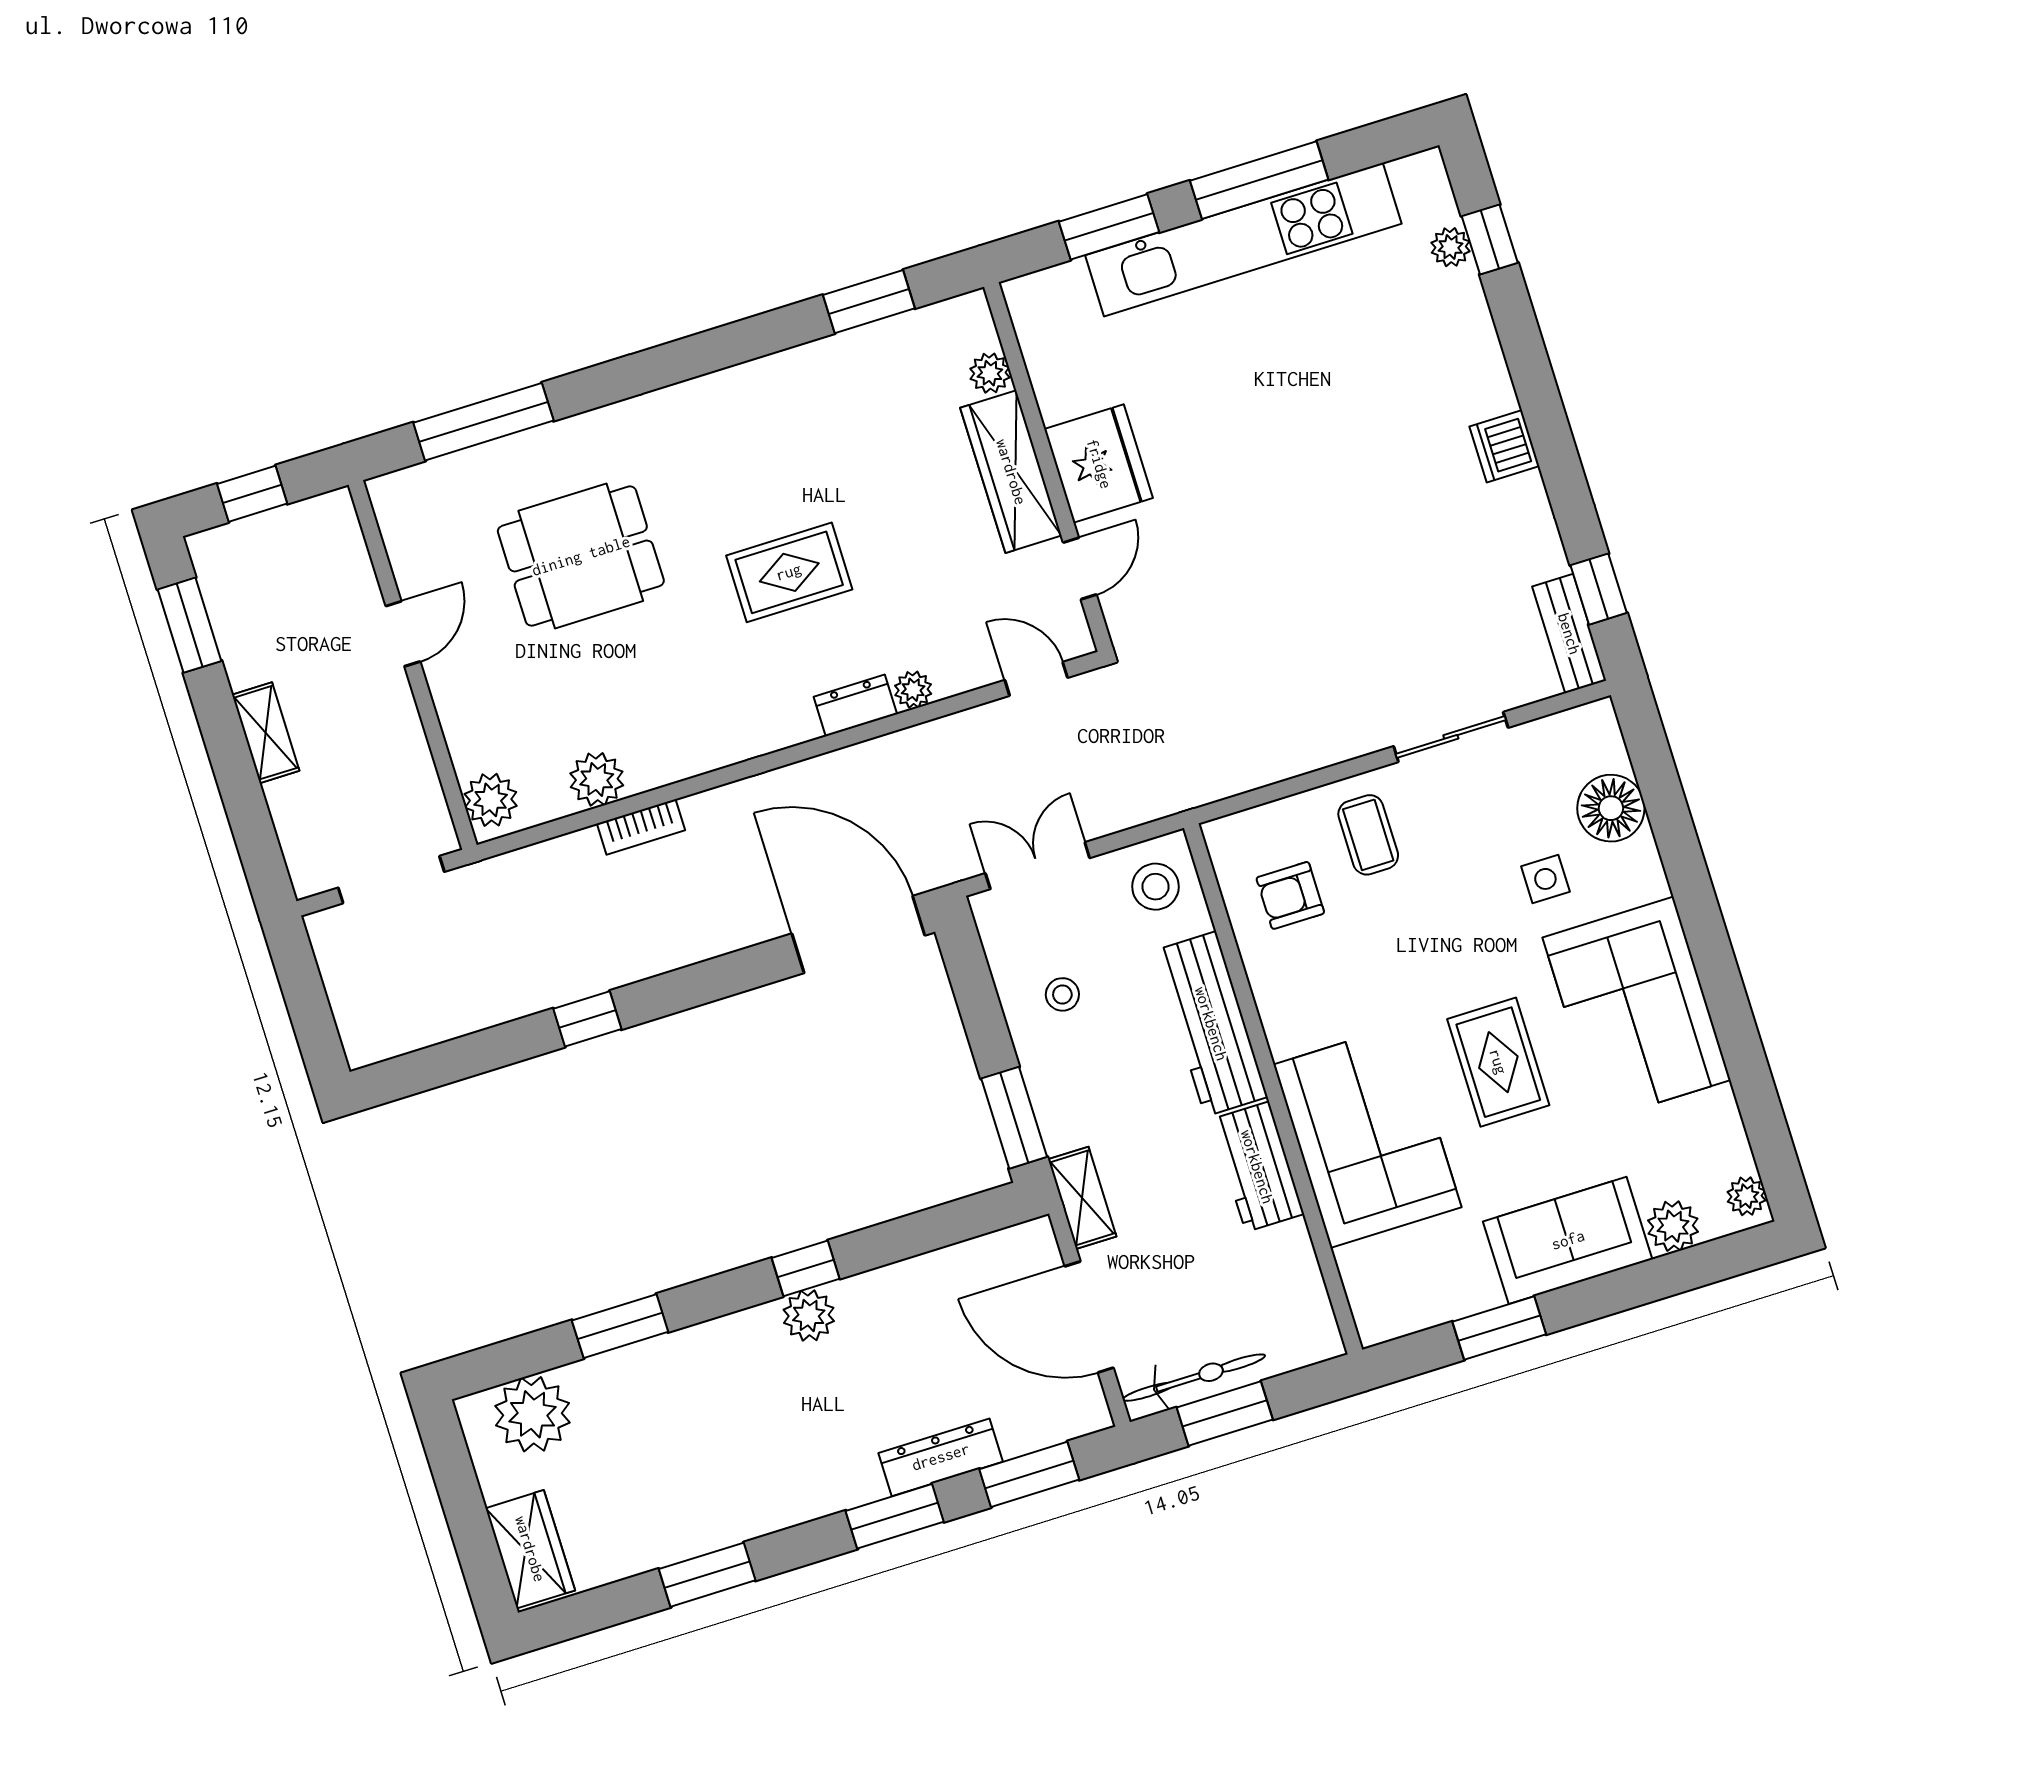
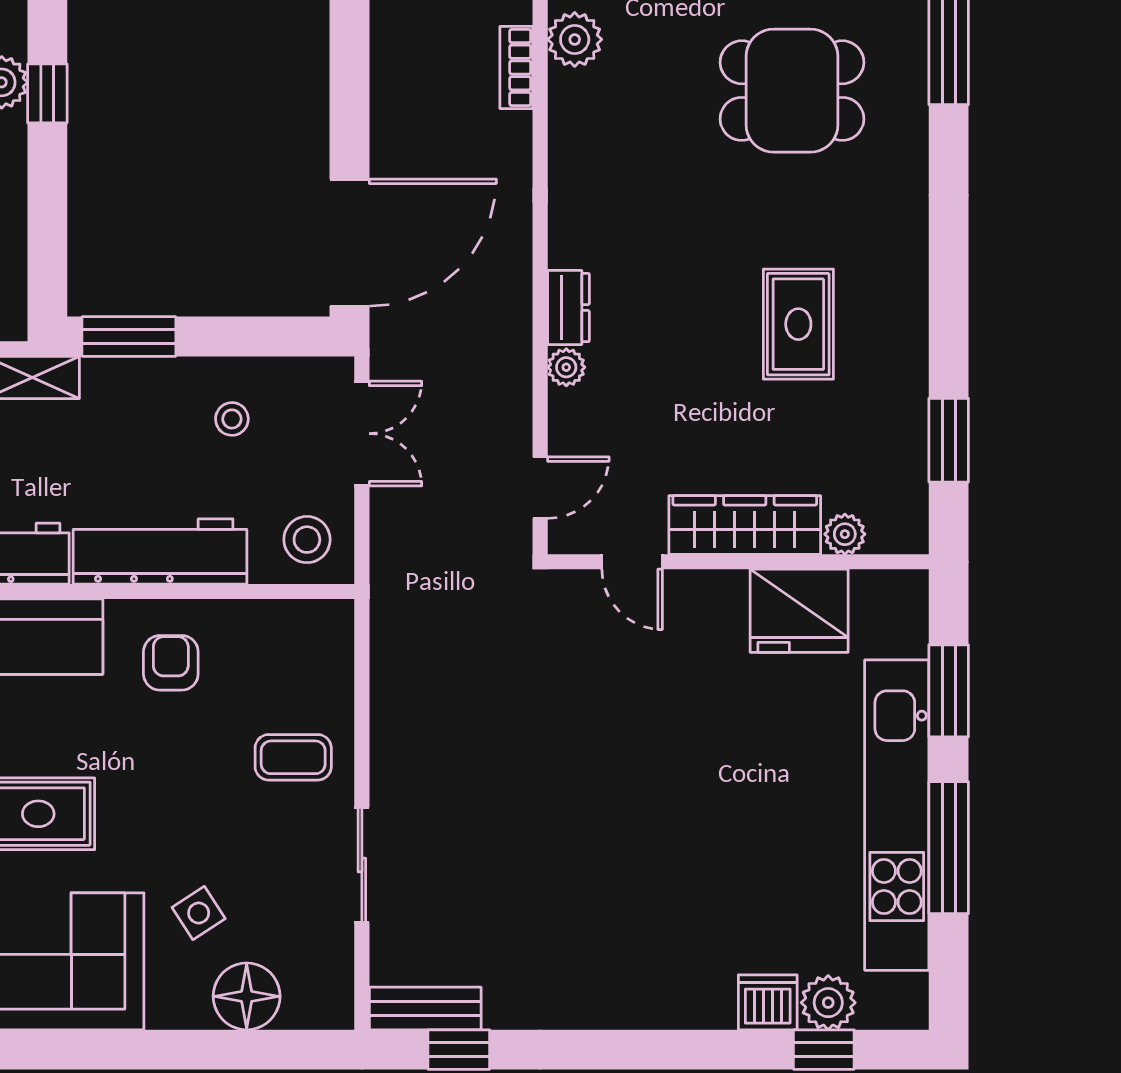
plant: (1451, 247) -> (828, 1003), width x1.38, depth x1.38
dishwasher: (1504, 446) -> (768, 1002), moved
fridge: (1099, 464) -> (799, 611), moved
dining table: (581, 556) -> (792, 91), turned 90
rug: (789, 572) -> (798, 324), moved
side table: (1545, 879) -> (199, 913), turned -33
armchair: (1290, 895) -> (171, 663), moved

